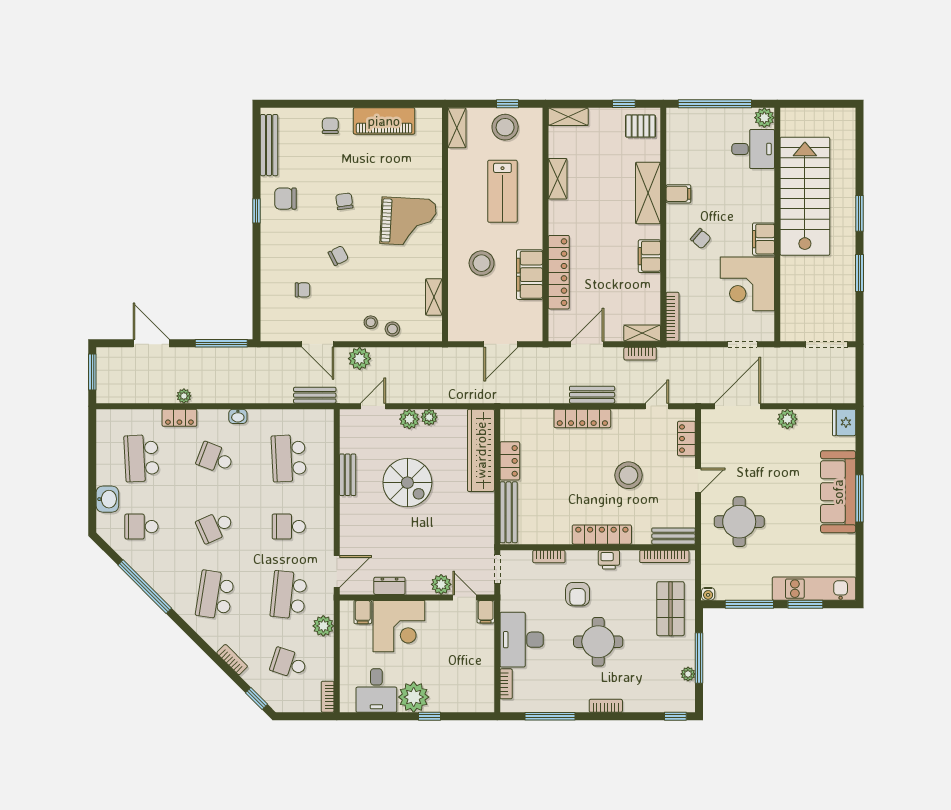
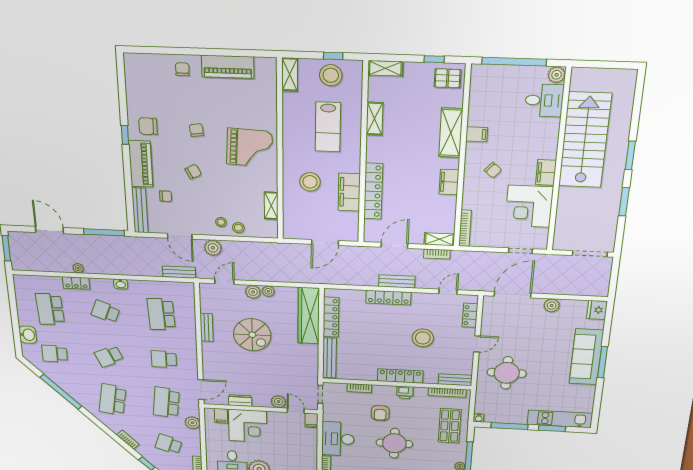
bench: (269, 145) -> (140, 210), moved
piano: (274, 248) -> (141, 164), added
locker: (510, 461) -> (331, 317), width x1.53

